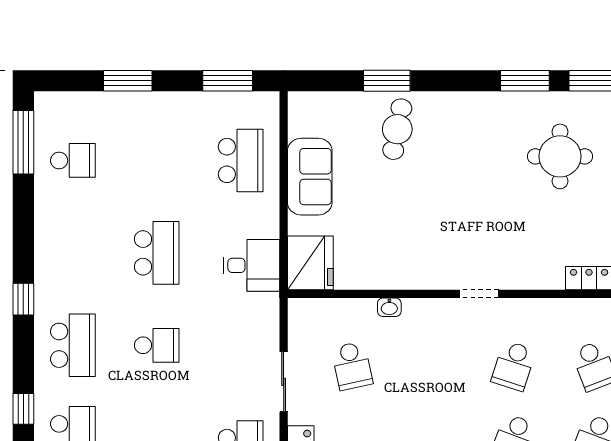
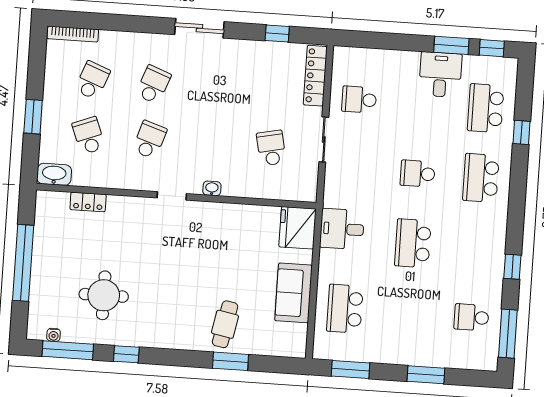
window: (525, 81) -> (126, 354), width x0.67
window: (23, 299) -> (512, 267), moved
washbasin: (389, 307) -> (212, 188), moved

